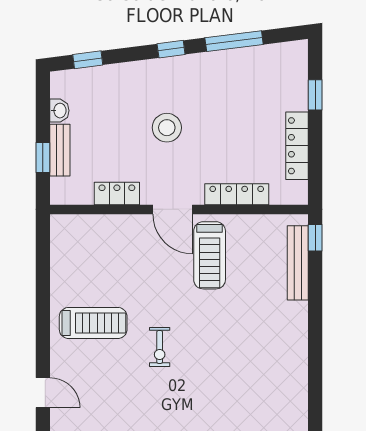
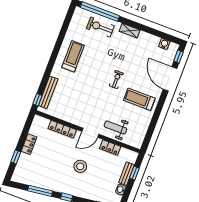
locker: (297, 146) -> (29, 144), width x0.66
door: (173, 209) -> (90, 133), swing flipped
weight bench: (122, 242) -> (115, 127), added
treadmill: (210, 255) -> (73, 56), moved
door: (43, 393) -> (170, 79), width x1.88

